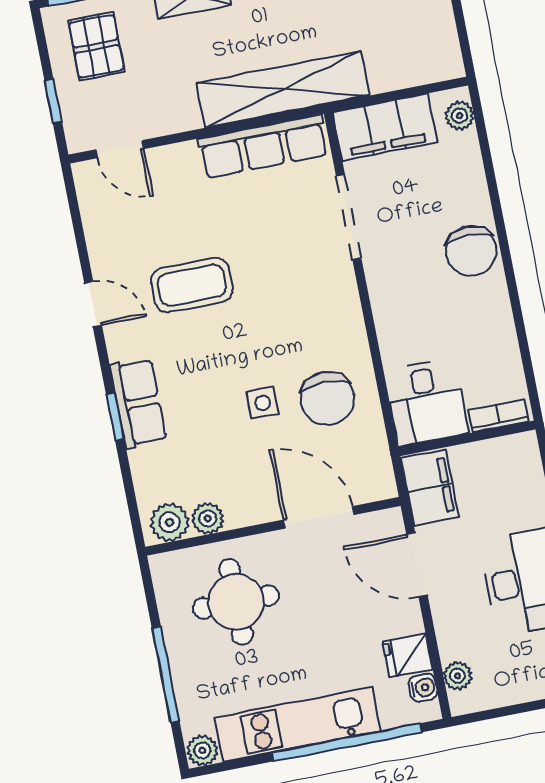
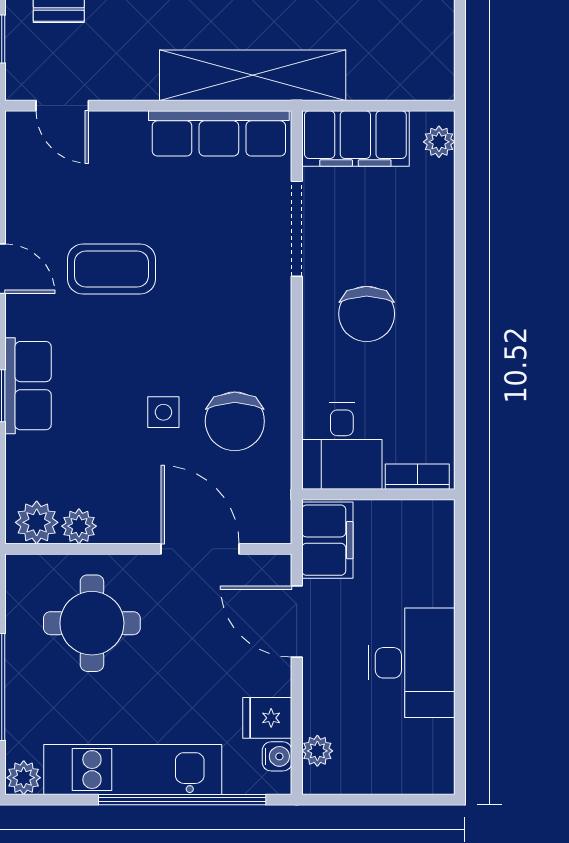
chair: (471, 251) -> (367, 314), moved

